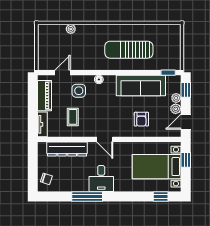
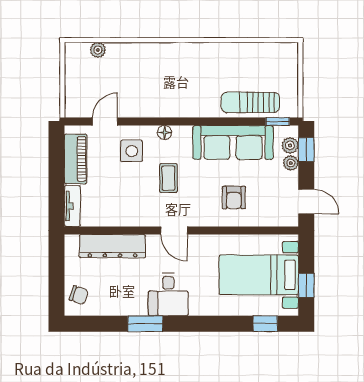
plant: (71, 29) -> (98, 50), moved
sun lounger: (129, 50) -> (250, 102), moved, width x0.73, depth x0.75
plant: (176, 109) -> (290, 145), moved
coffee table: (73, 117) -> (168, 178), moved
door: (186, 122) -> (306, 201), swing flipped
window: (186, 160) -> (306, 285), moved
window: (87, 196) -> (145, 324), width x0.69

